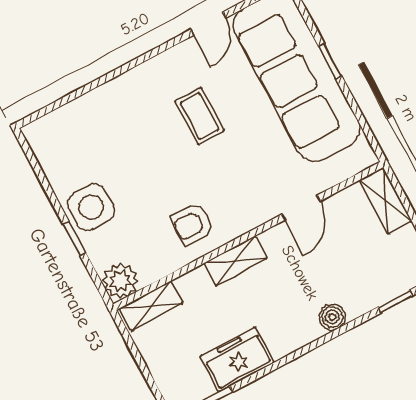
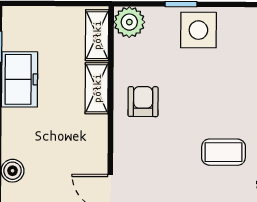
shelving: (235, 261) -> (97, 88), moved

